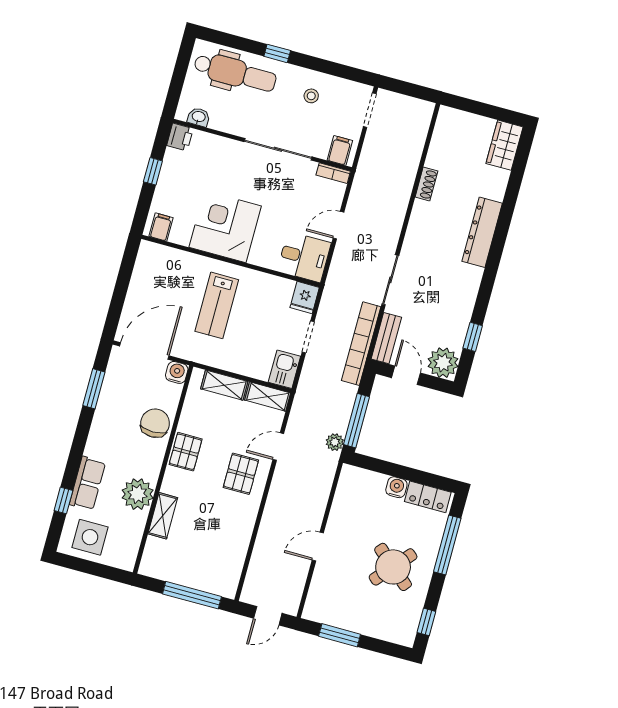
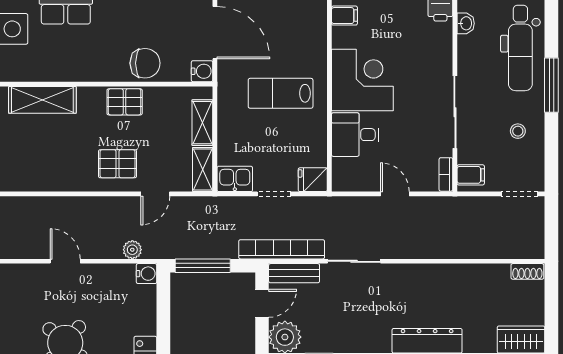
window: (277, 53) -> (551, 85), width x2.17
shoe rack: (426, 184) -> (527, 271), moved
desk: (304, 257) -> (355, 135), moved, turned 90
plant: (335, 442) -> (132, 250), moved
door: (278, 447) -> (155, 194), swing flipped
water cooler: (396, 487) -> (147, 274), moved
plant: (138, 494) -> (69, 65), removed
shelving: (163, 516) -> (42, 100), width x1.50, depth x1.33

